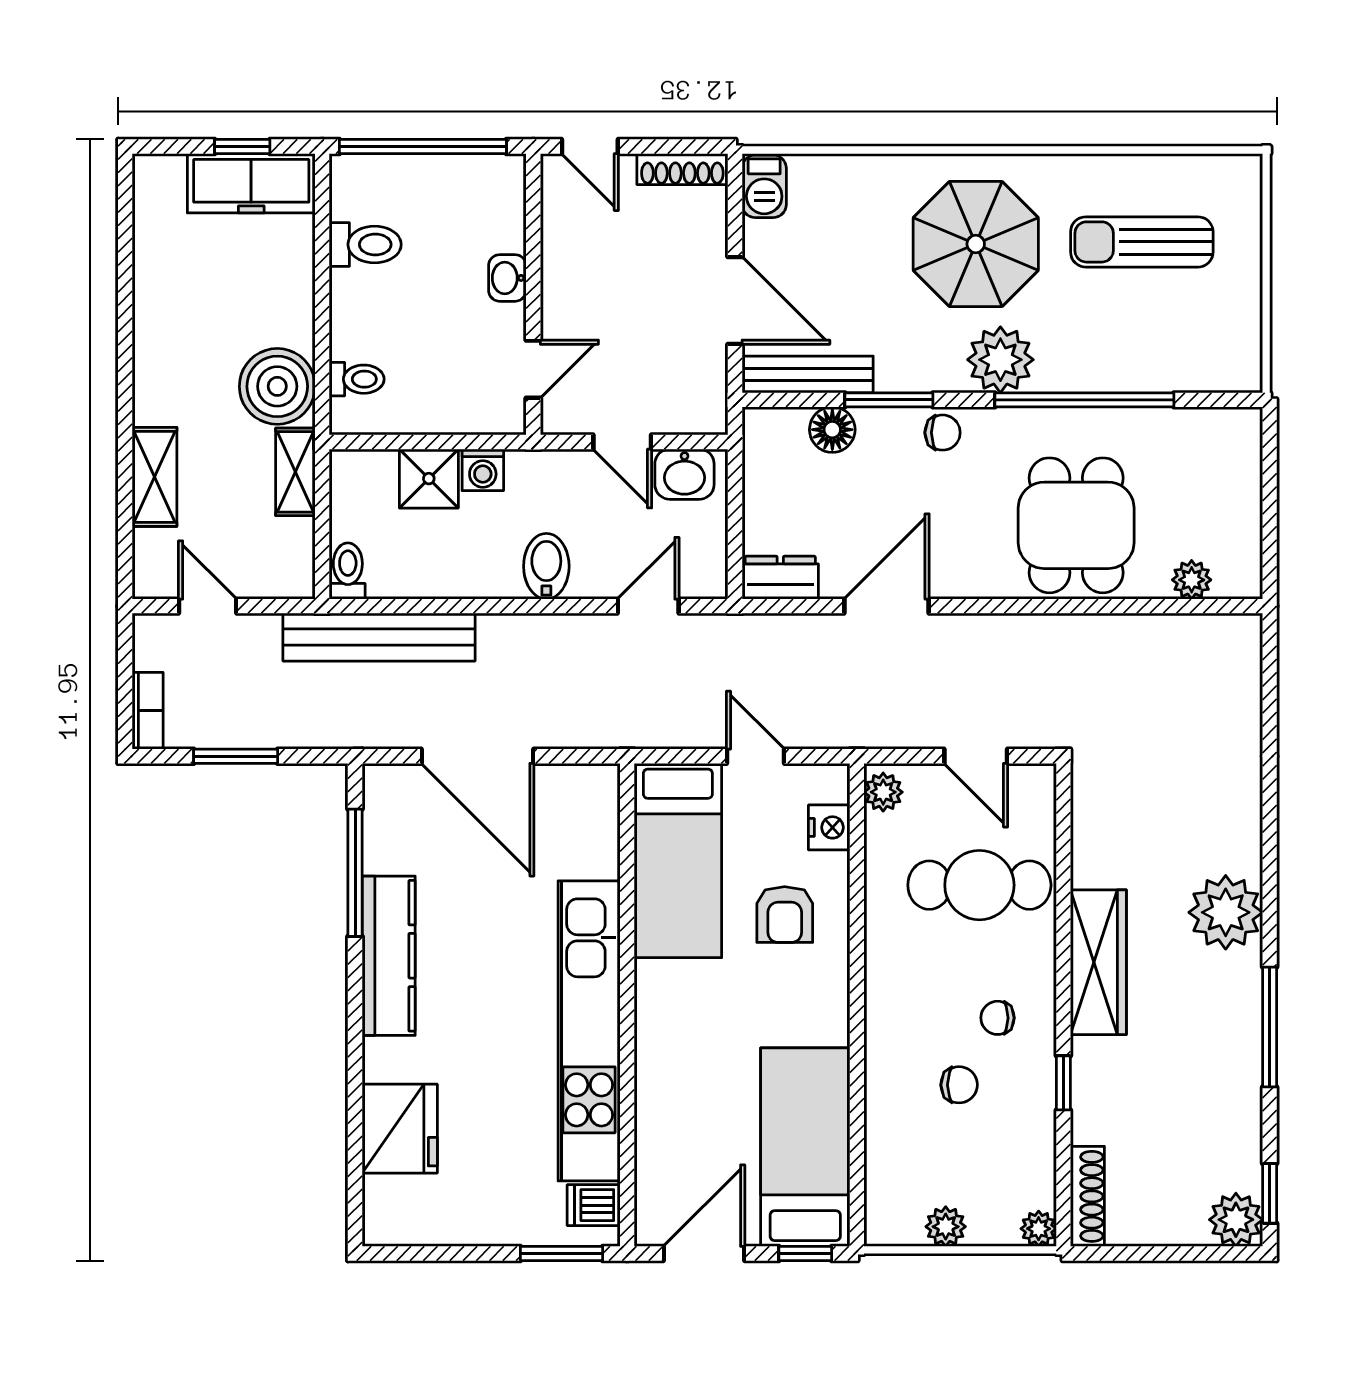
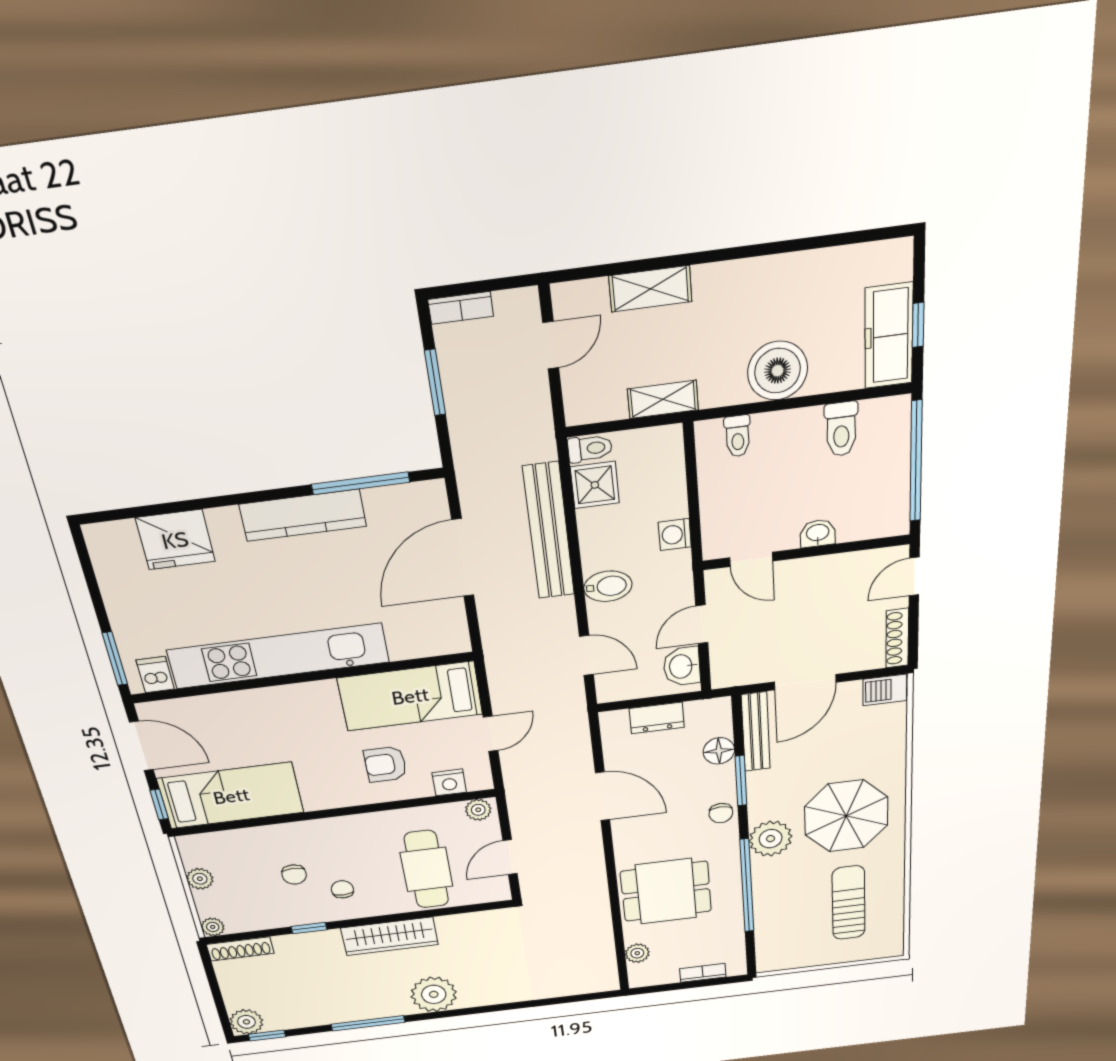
boiler: (277, 386) -> (778, 371), moved
bookcase: (1248, 478) -> (703, 973), added
shower: (429, 479) -> (595, 485), moved
dresser: (780, 578) -> (657, 718), moved, turned 90
bench: (379, 637) -> (549, 531), moved

